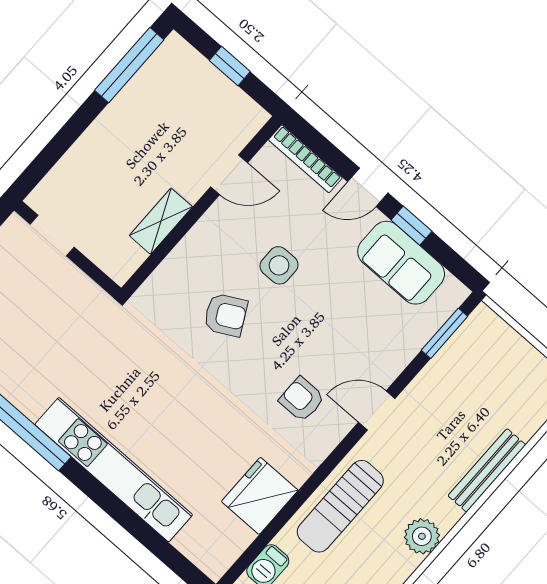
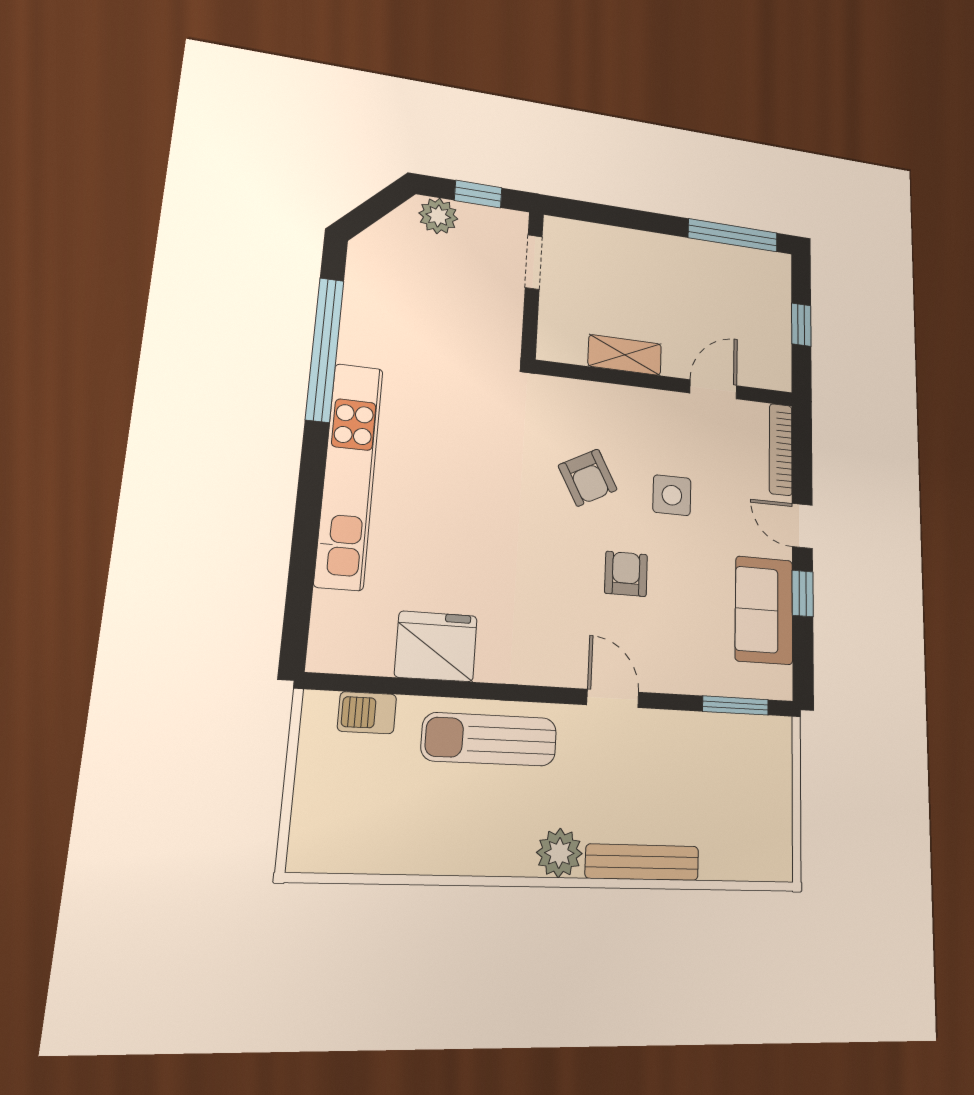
door: (229, 175) -> (713, 389), swing flipped
armchair: (302, 399) -> (626, 574), moved
plant: (422, 536) -> (559, 853), moved

